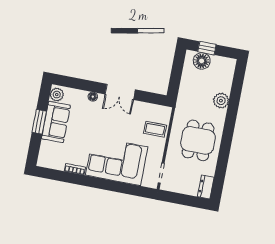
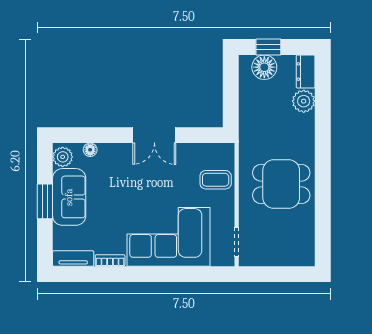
floor lamp: (93, 97) -> (90, 150), moved
plant: (221, 101) -> (304, 101), moved
dining table: (198, 140) -> (281, 184), turned 90
tv unit: (51, 163) -> (73, 258), added
dresser: (206, 187) -> (306, 72), moved

